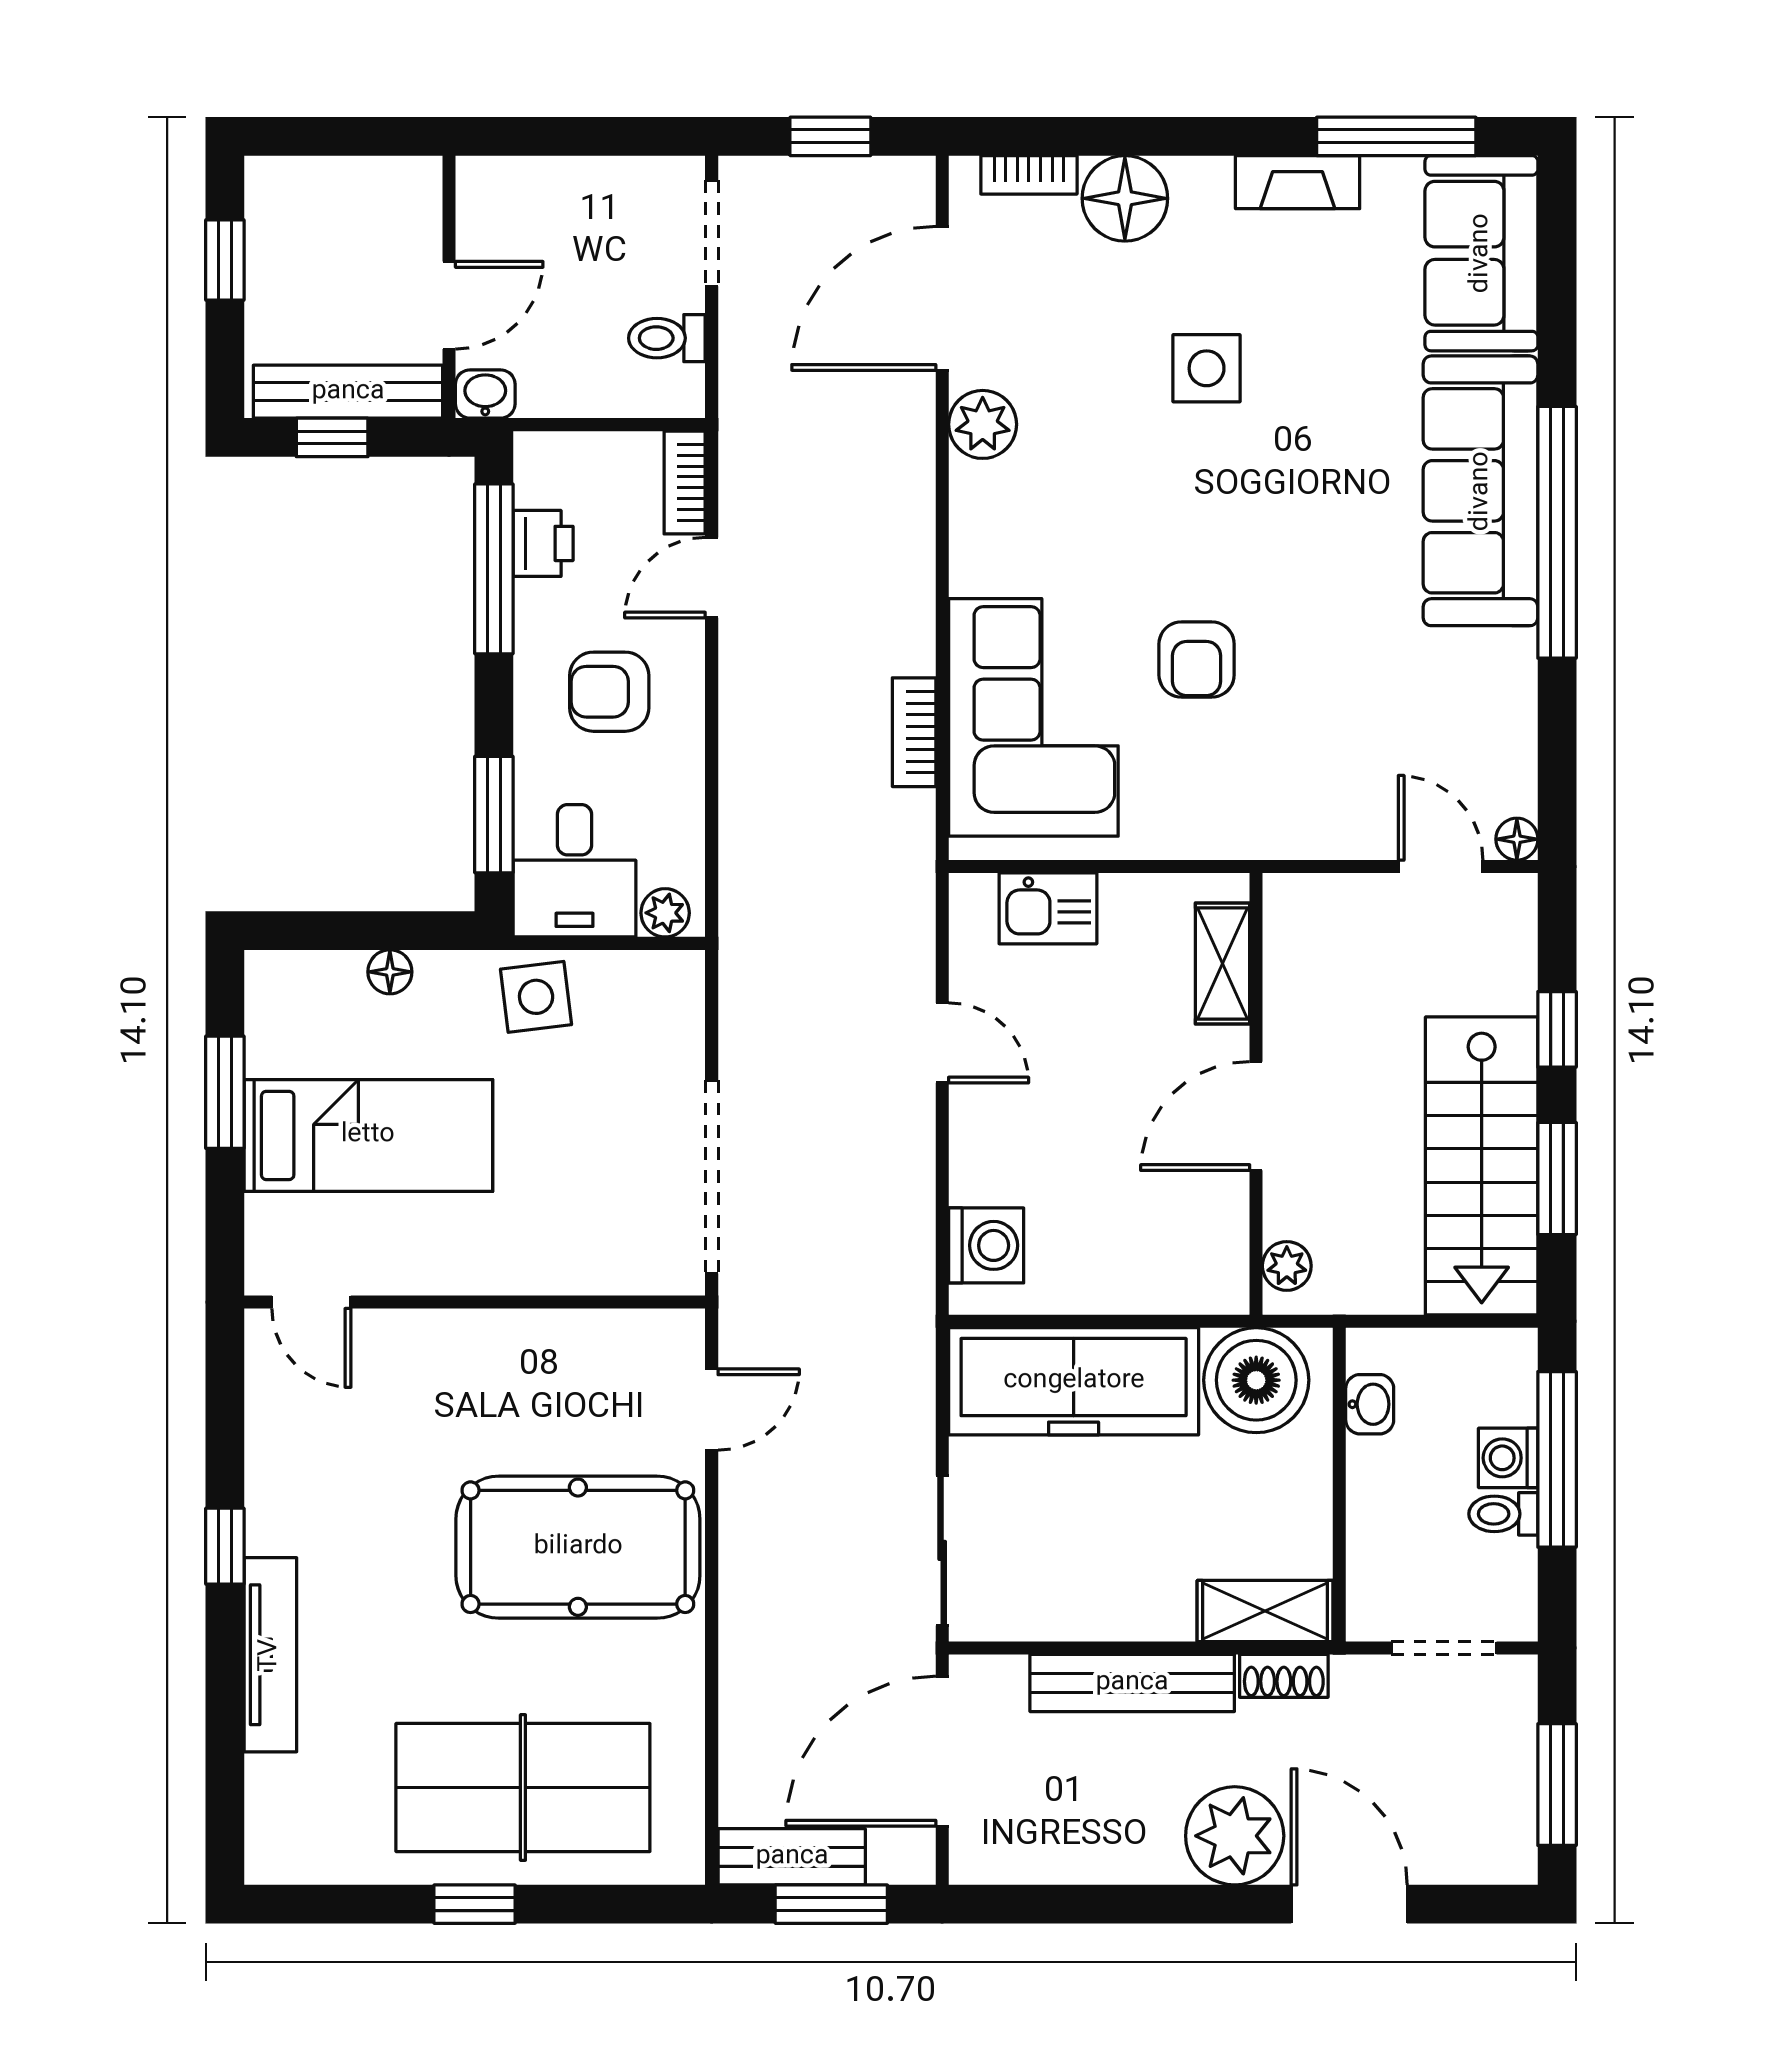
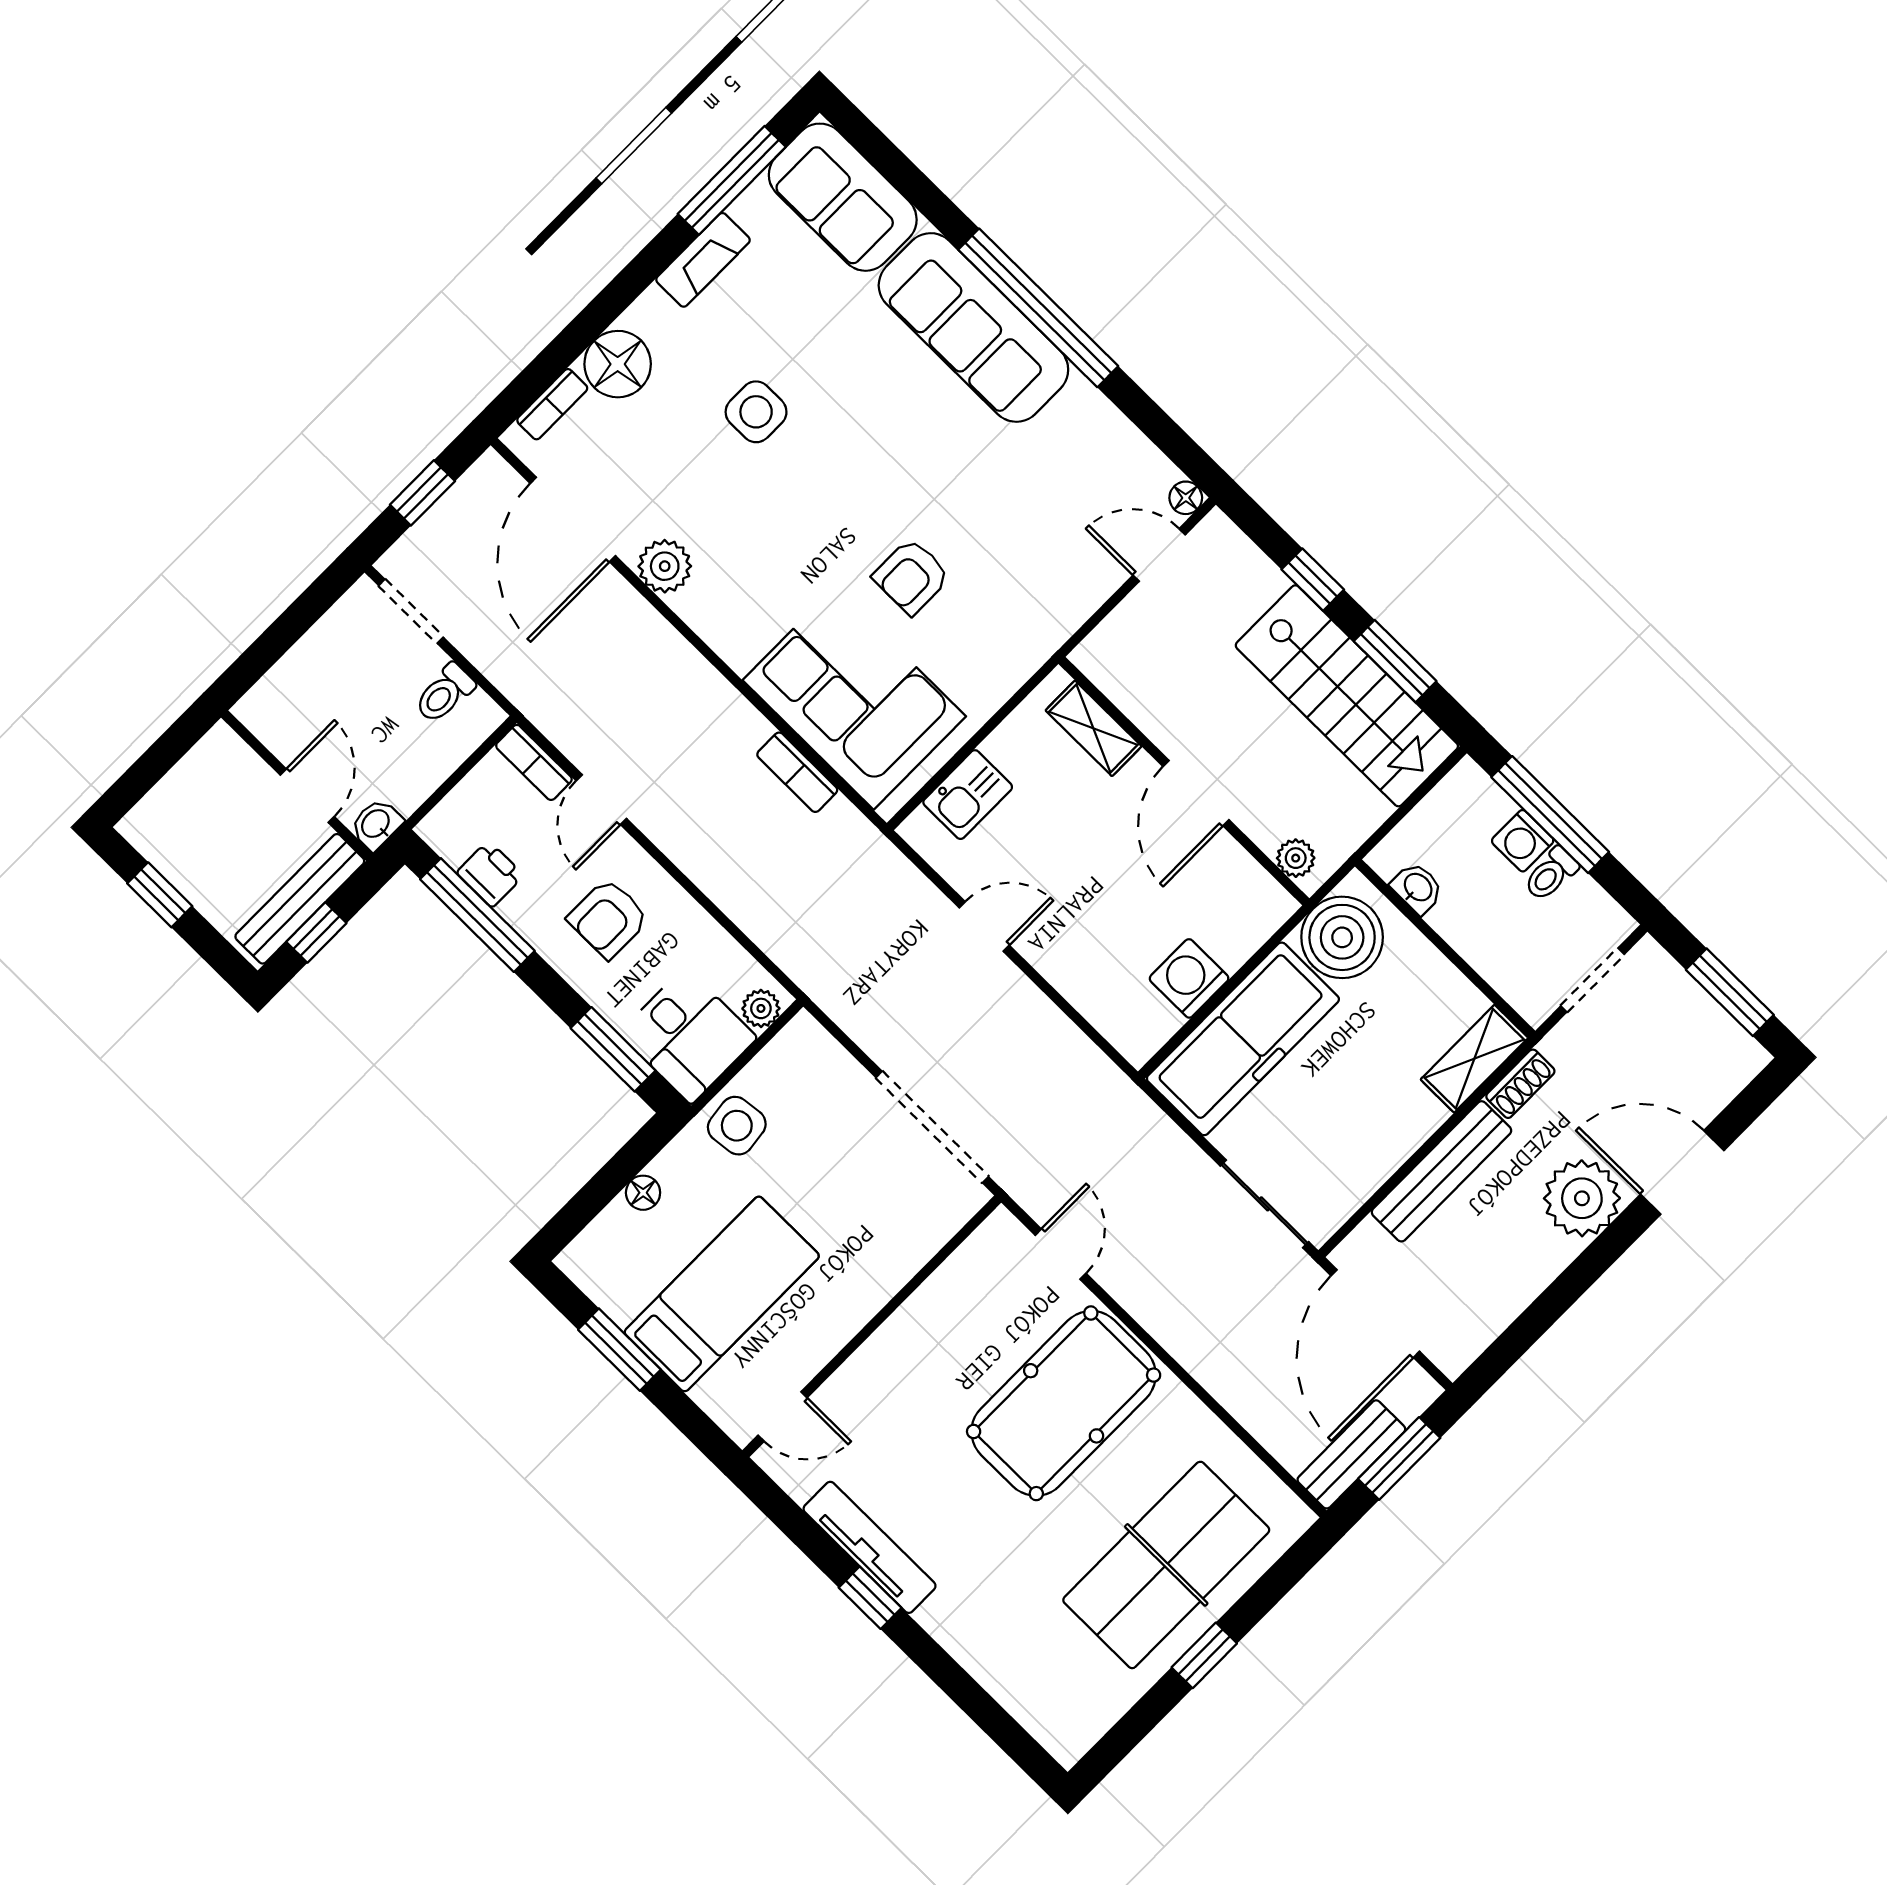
armchair: (1197, 659) -> (911, 576), turned 90
washing machine: (986, 1245) -> (1189, 978), moved, turned -90
tv unit: (270, 1655) -> (870, 1547), moved

